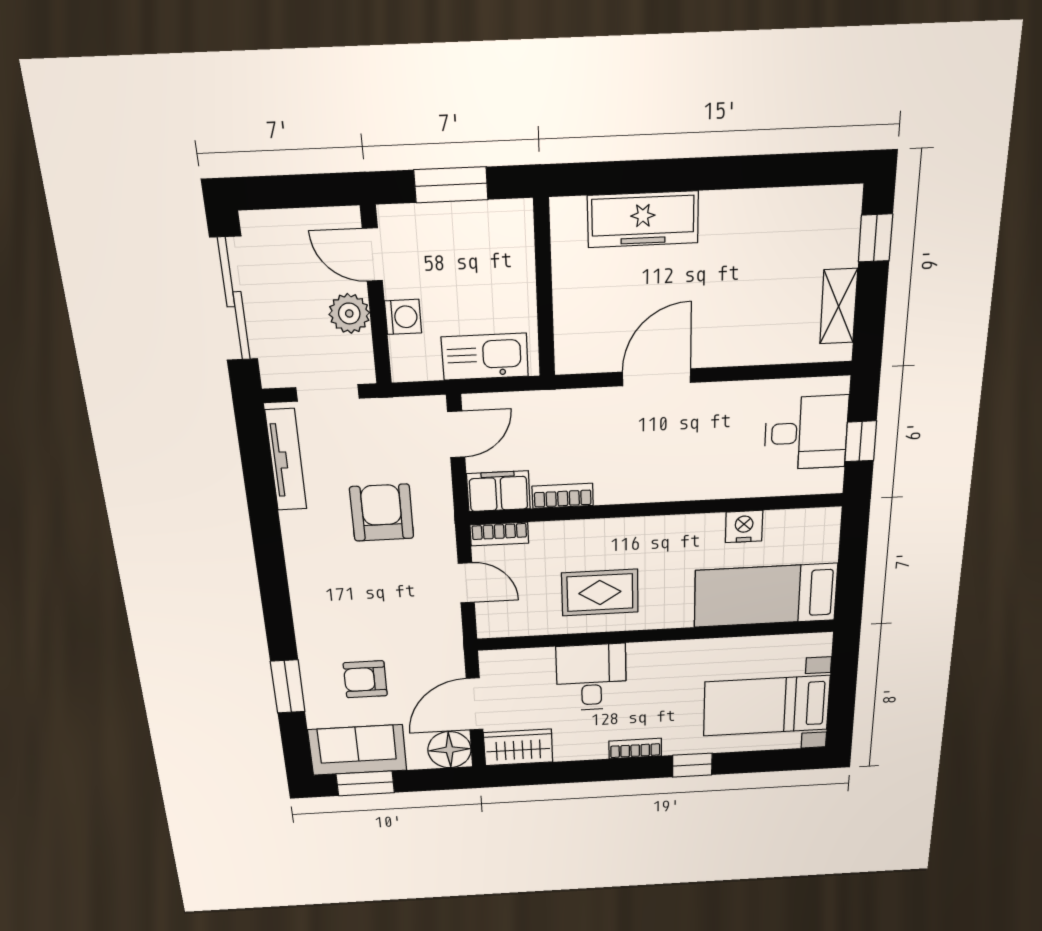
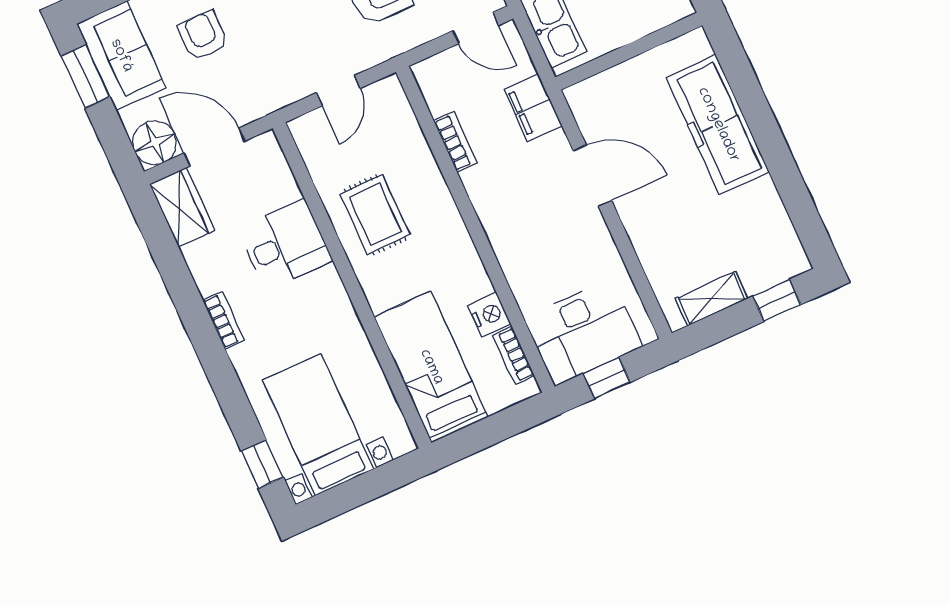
freezer: (643, 219) -> (718, 125), width x1.36, depth x1.26
desk: (806, 433) -> (583, 332), width x1.37
filing cabinet: (498, 491) -> (533, 107), moved, turned 180
bookcase: (499, 534) -> (514, 356), moved
window: (692, 765) -> (262, 464), moved

